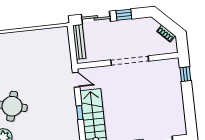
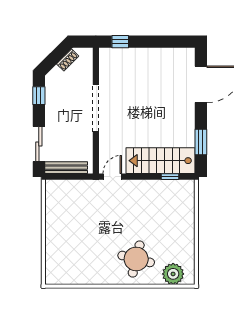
window: (124, 15) -> (39, 96), moved
window: (80, 113) -> (170, 177), moved

